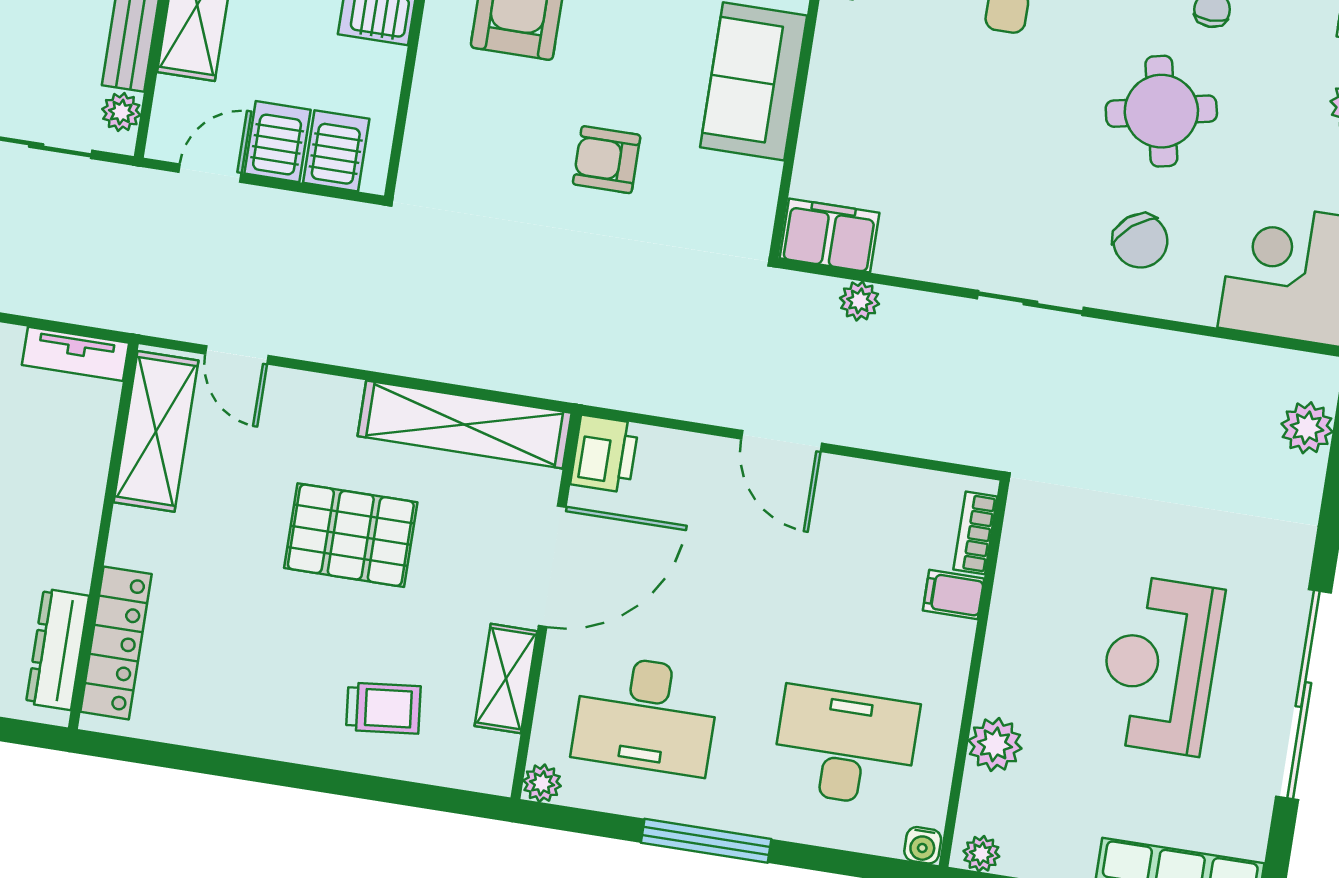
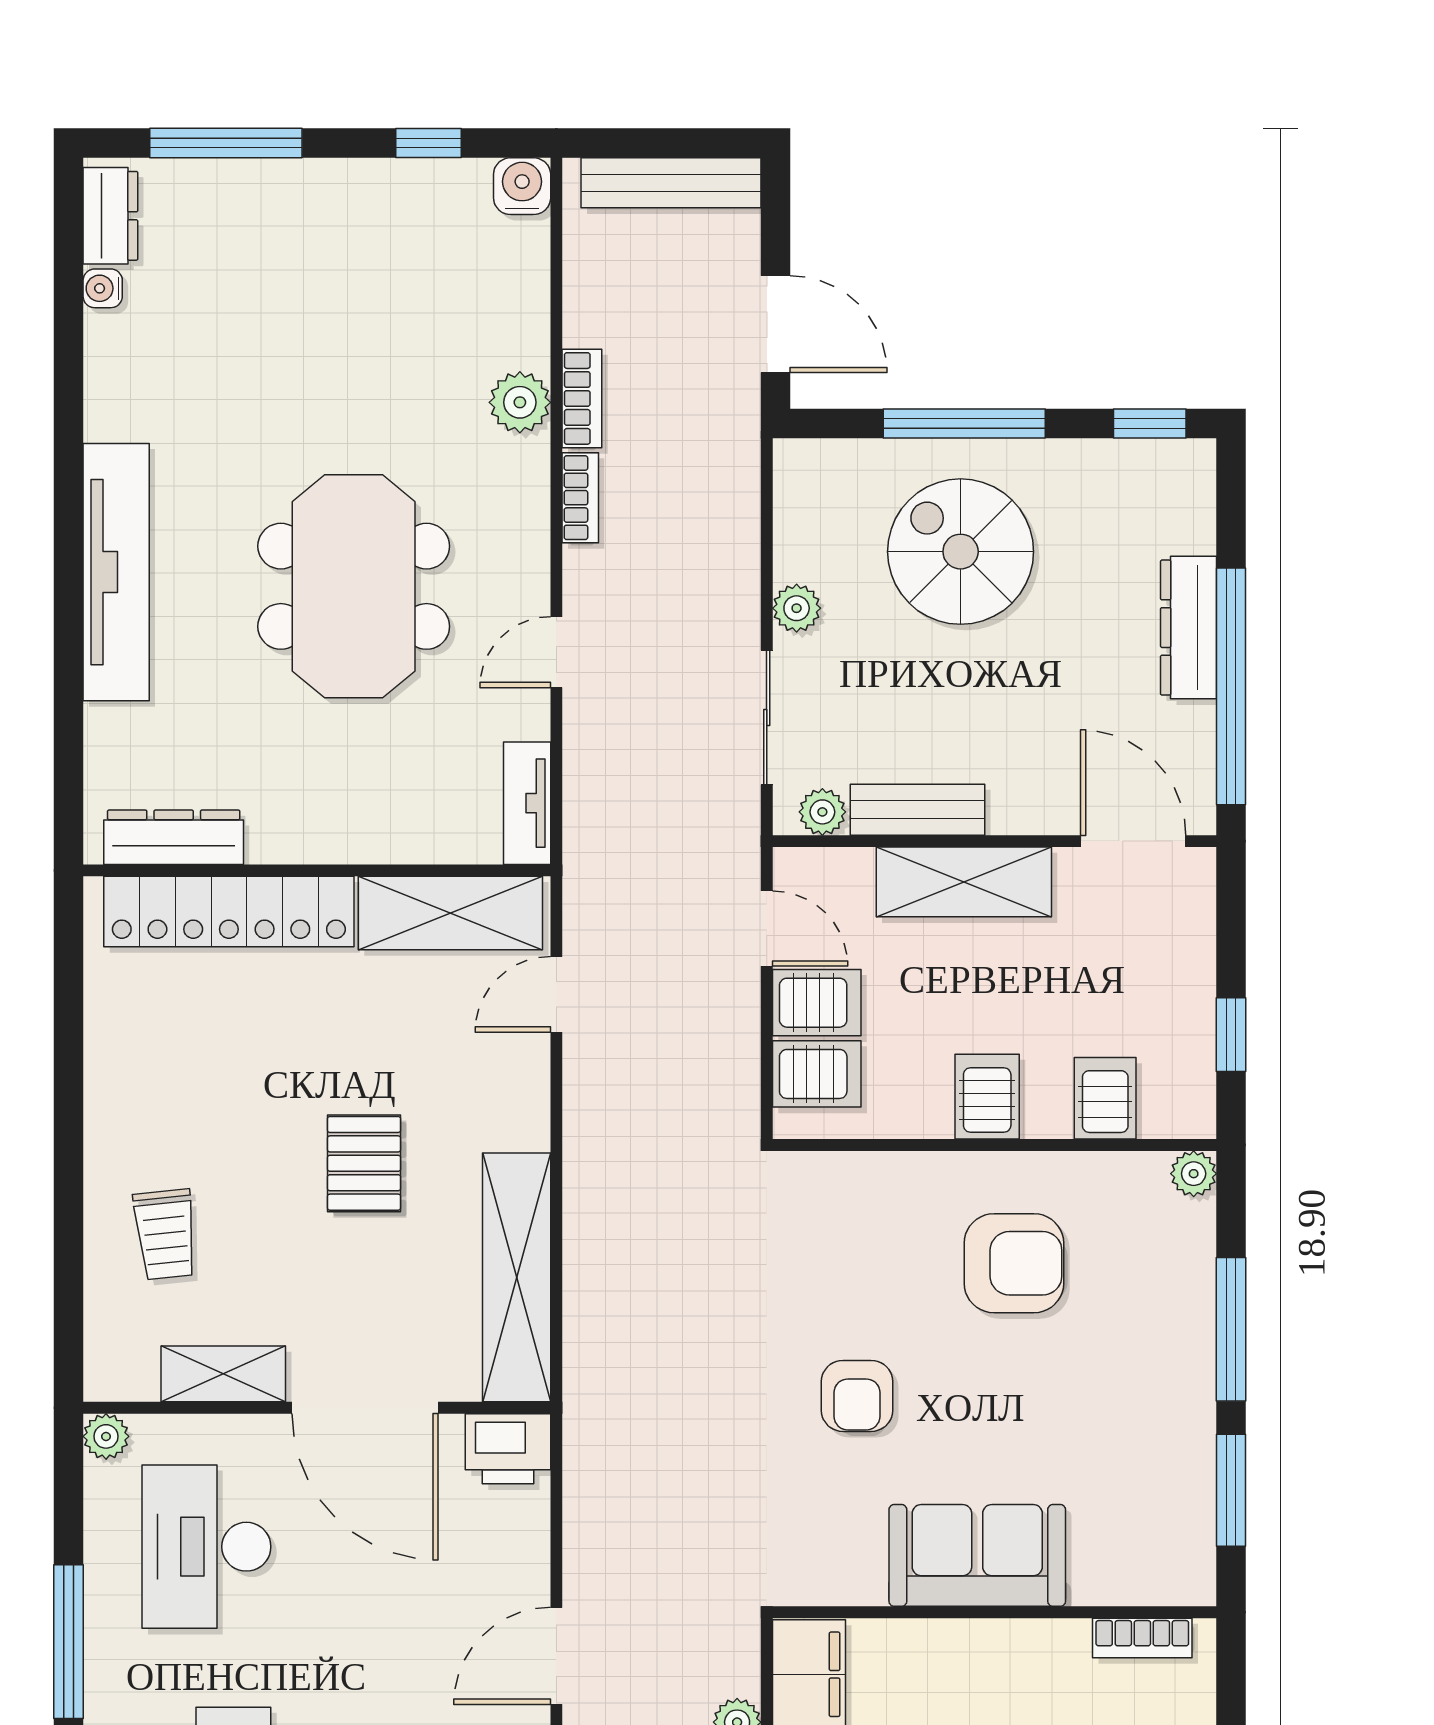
armchair: (607, 160) -> (857, 1396), turned 180
pallet: (351, 535) -> (364, 1163), width x0.67, depth x0.71
locker: (116, 643) -> (229, 912), width x1.41, depth x1.21

